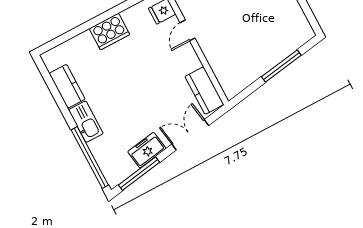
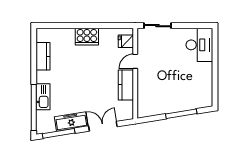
kitchen counter: (204, 91) -> (126, 85), moved
kitchen sink: (86, 122) -> (43, 97), moved
freezer: (147, 150) -> (71, 122), width x1.40

